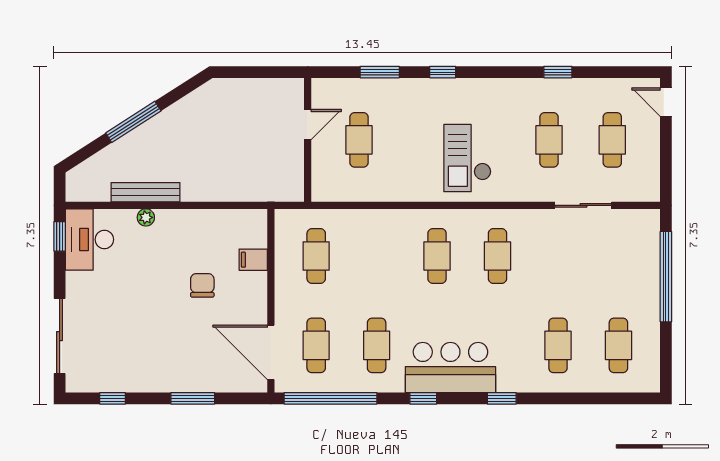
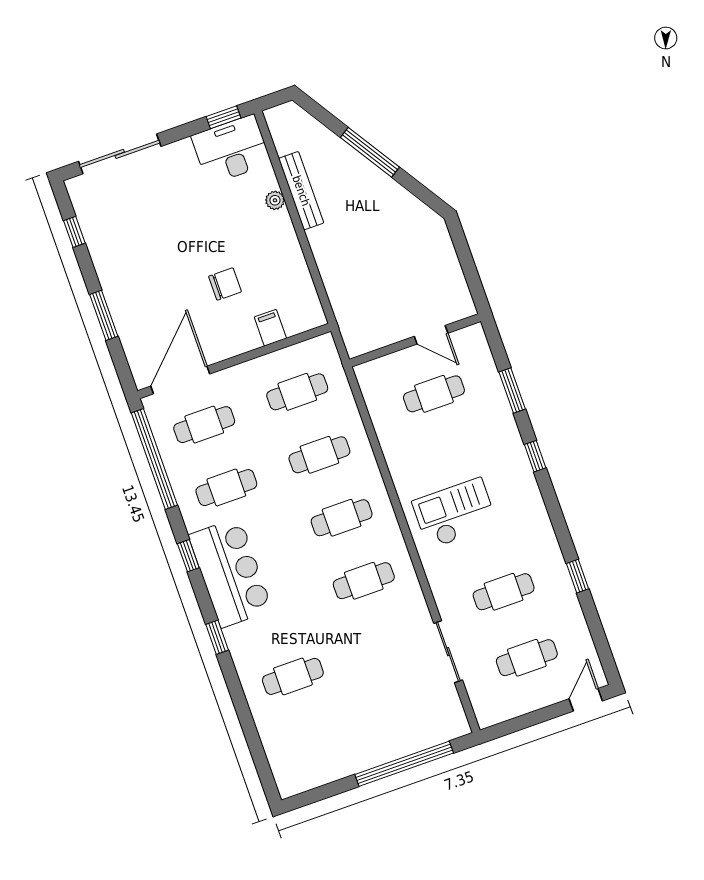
cafe table: (618, 345) -> (319, 455), moved

